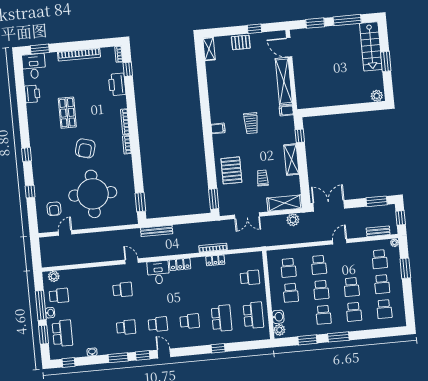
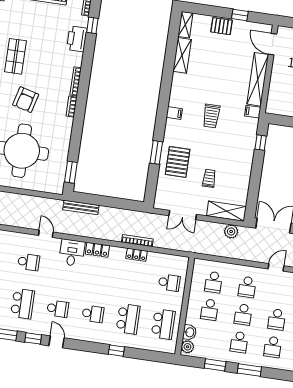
shelving: (291, 160) -> (182, 55), moved
window: (214, 199) -> (156, 152), moved
school desk: (126, 327) -> (23, 304), width x1.85

